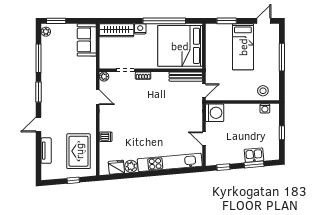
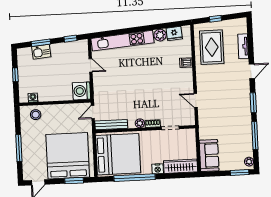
bed: (243, 47) -> (68, 156), width x2.04
plant: (104, 77) -> (140, 123), moved

